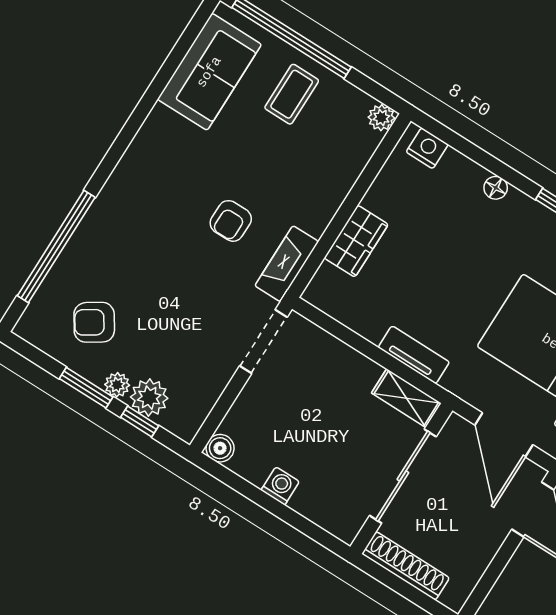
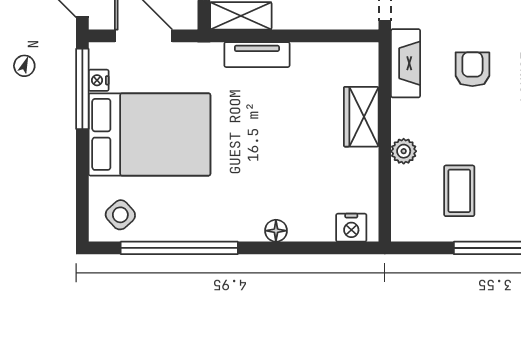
coffee table: (292, 94) -> (459, 191), moved
plant: (381, 118) -> (404, 151), moved

